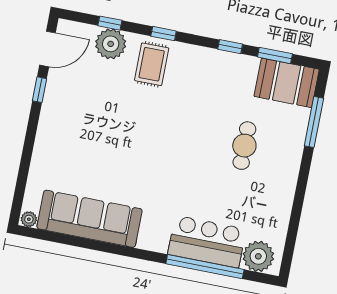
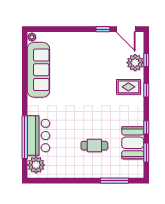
booth: (287, 83) -> (133, 143), moved

